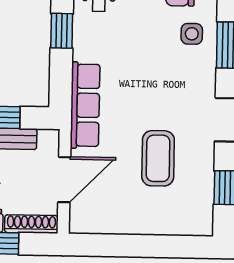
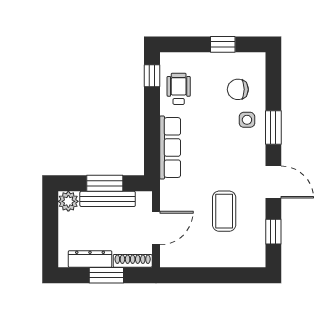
window: (62, 31) -> (152, 119), removed
row of seats: (85, 105) -> (170, 148), moved

